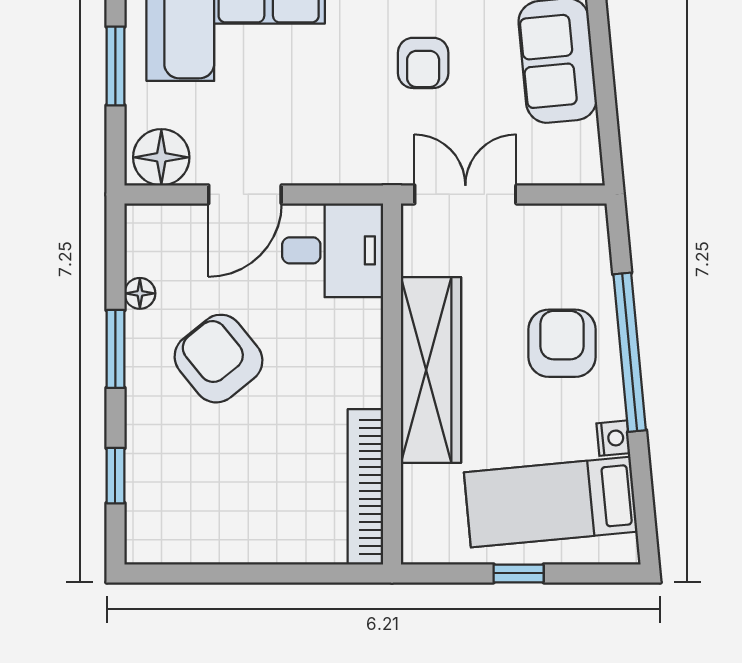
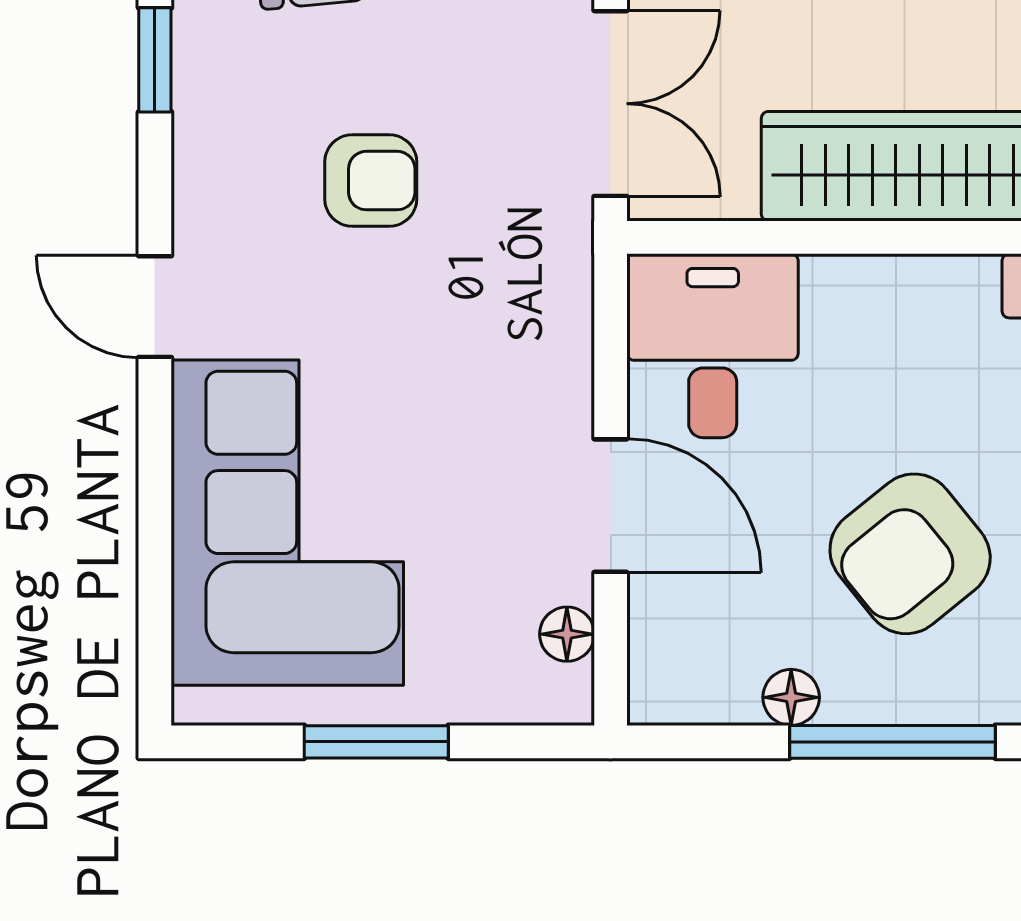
floor lamp: (161, 157) -> (567, 634), width x0.53, depth x0.53
double door: (465, 194) -> (611, 104), swing flipped
window: (115, 349) -> (892, 742), width x1.44

